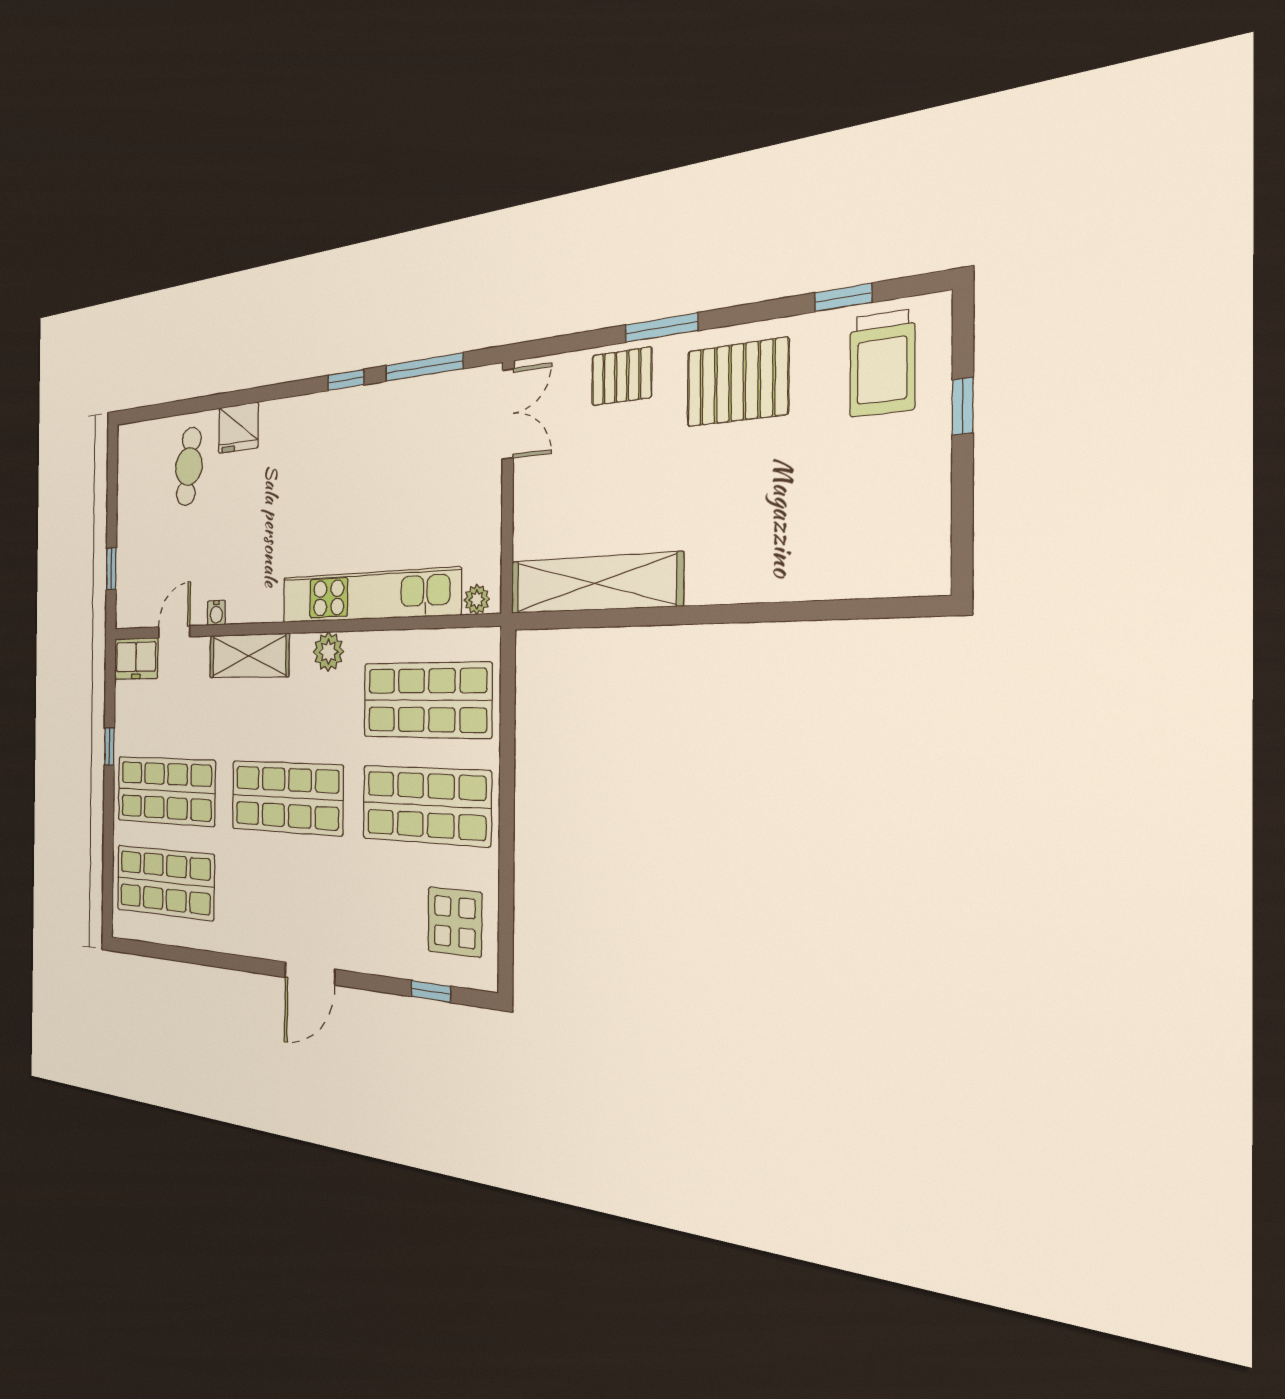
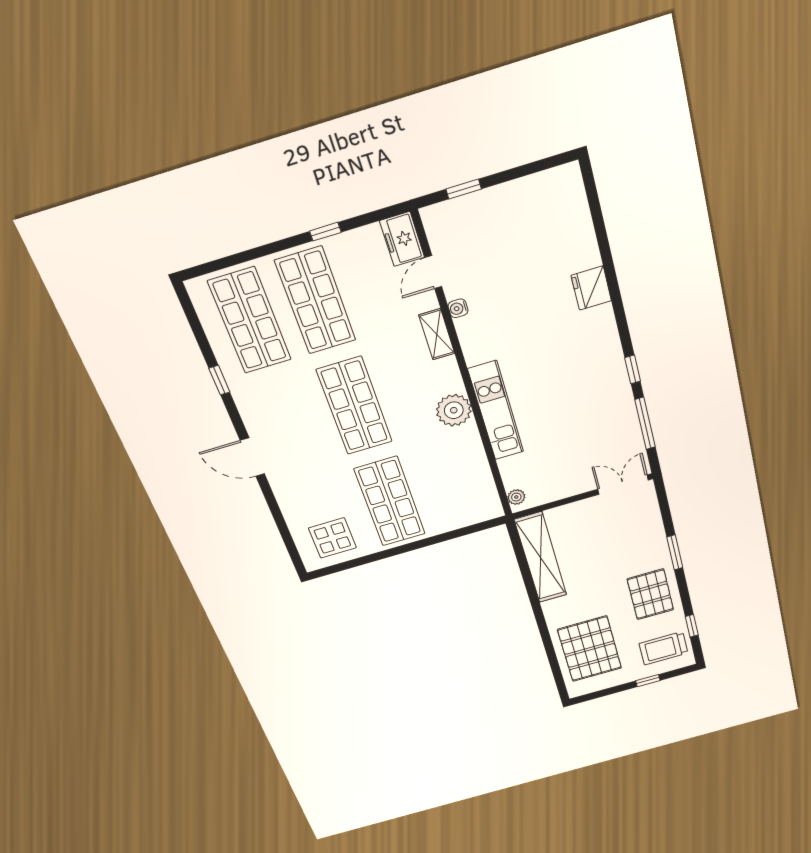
pallet: (622, 376) -> (590, 649), moved, width x2.05, depth x2.00
double door: (508, 414) -> (623, 485), swing flipped
cafe table: (189, 466) -> (557, 248), removed
kitchen unit: (369, 596) -> (496, 411), width x0.73
door: (174, 632) -> (433, 272), swing flipped
plant: (328, 652) -> (454, 410), width x1.36, depth x1.36
shelving: (249, 656) -> (437, 334), width x0.67, depth x0.75
shop shelf: (426, 700) -> (450, 484), removed
window: (431, 991) -> (219, 380), moved

